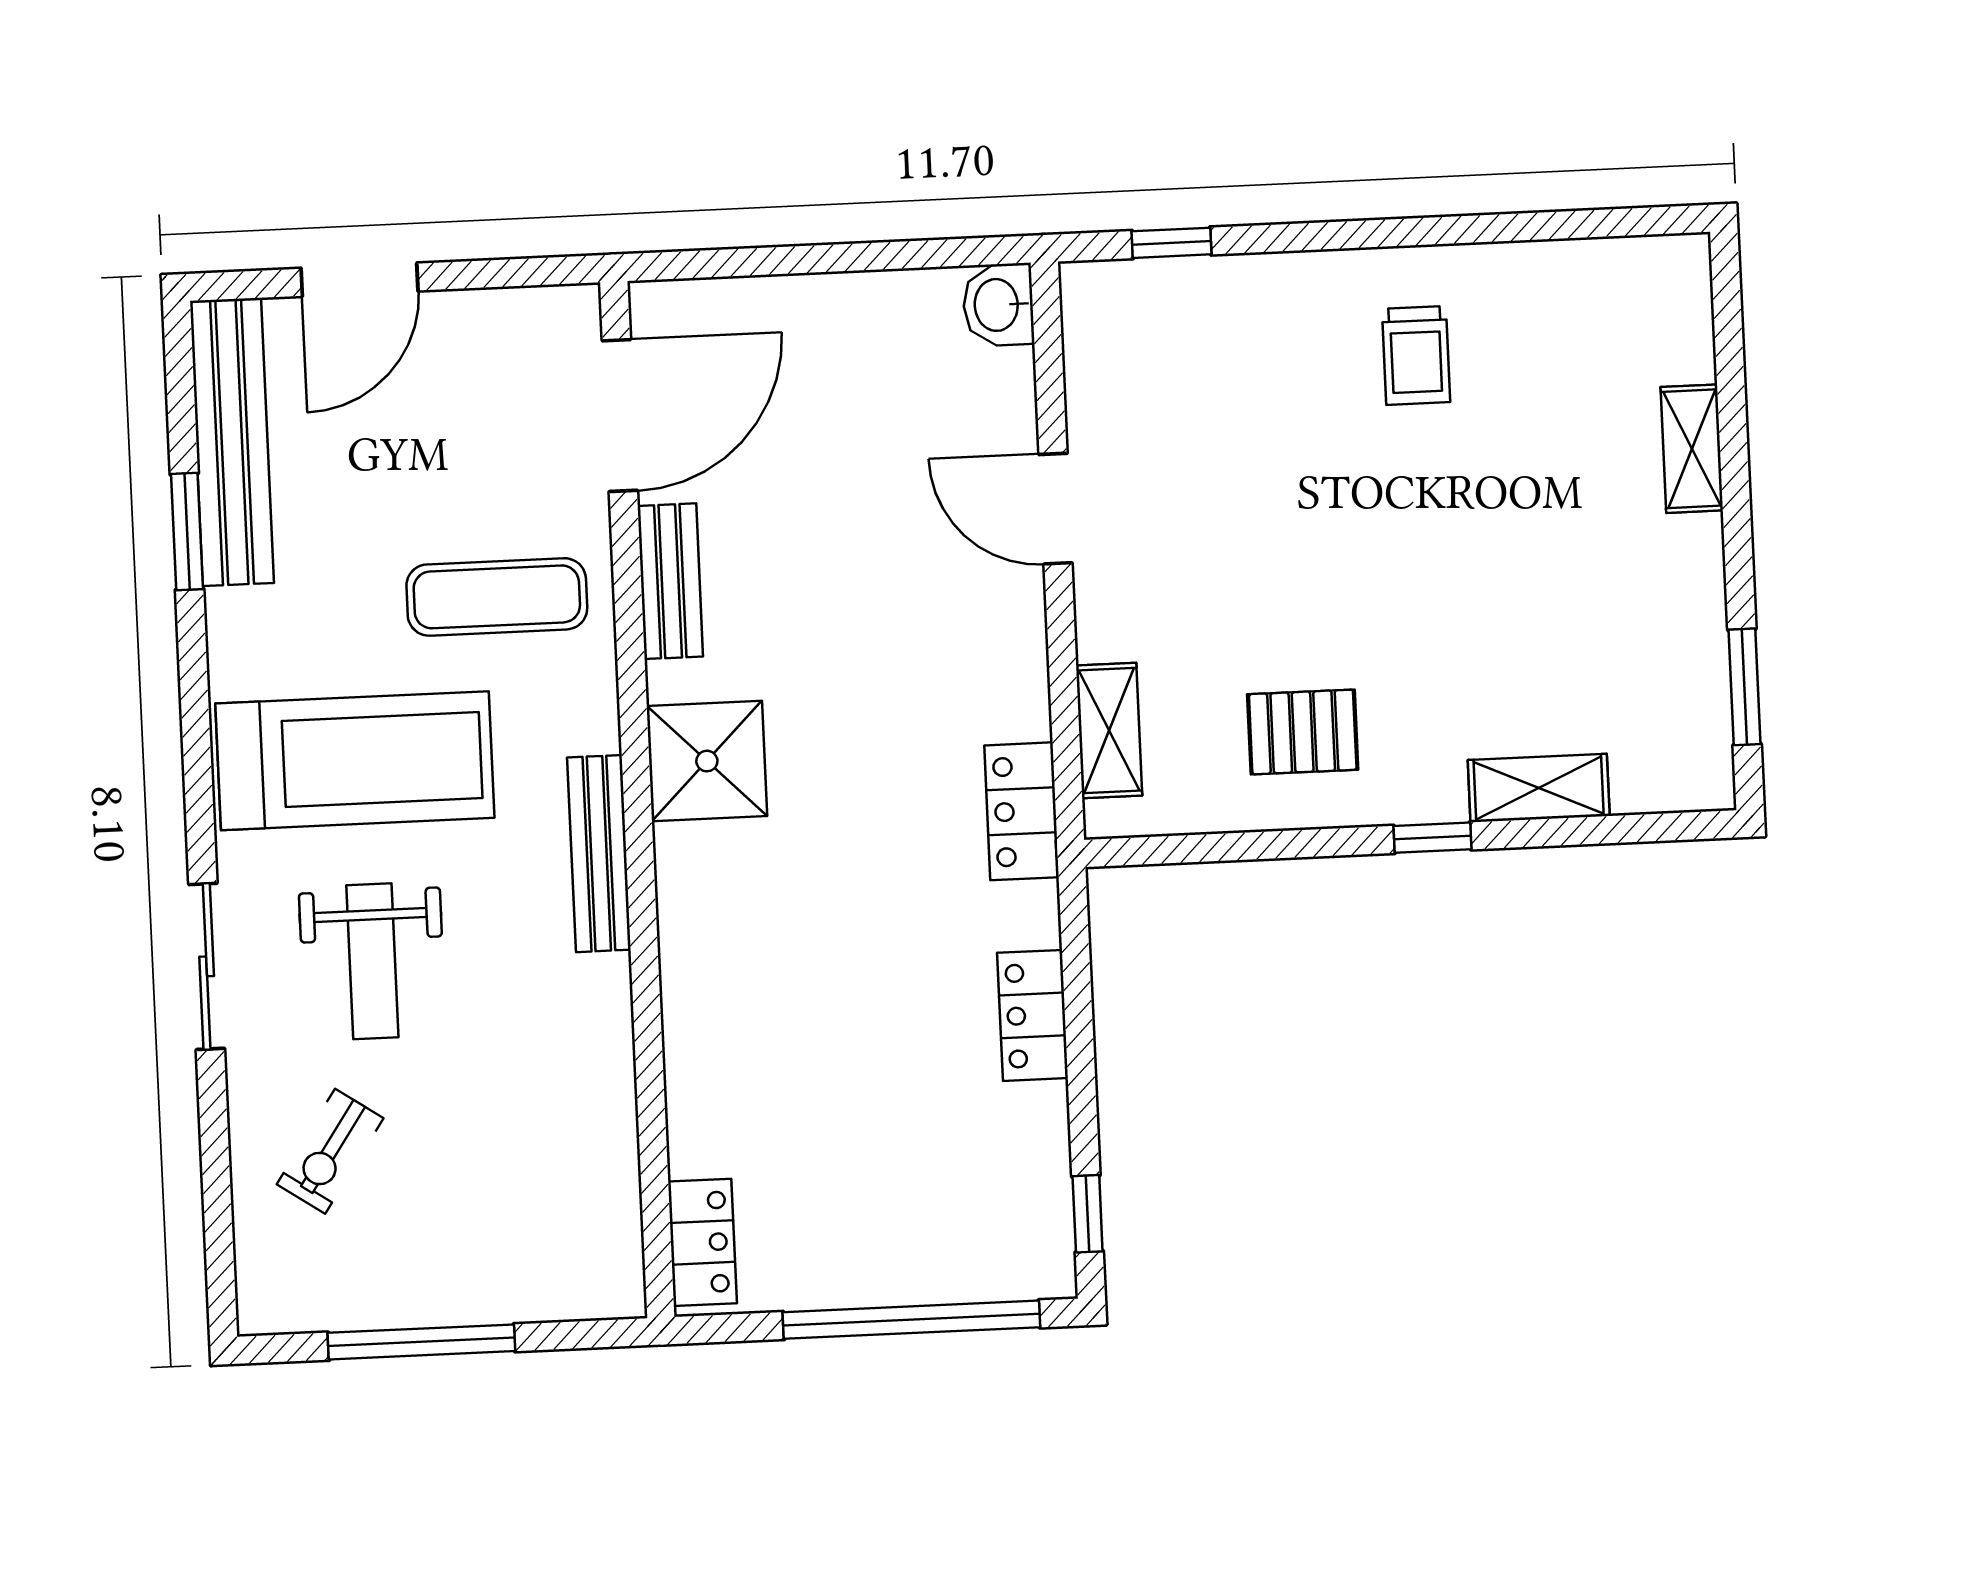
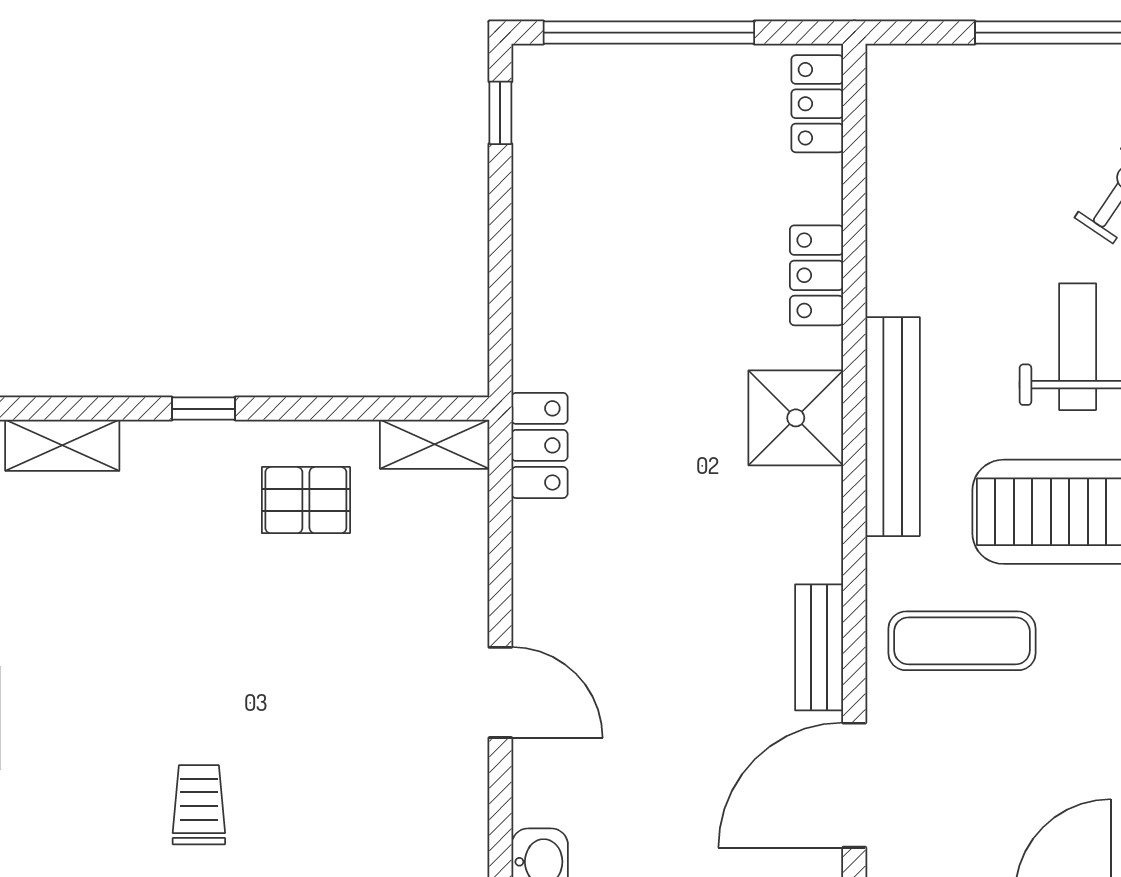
shelving: (1109, 731) -> (435, 444), moved, turned 90
shower: (707, 761) -> (796, 418), moved
shelving: (1539, 788) -> (62, 445), moved
bench: (599, 854) -> (893, 427), width x1.37, depth x1.21
locker: (1033, 1015) -> (817, 275), moved, turned 180

